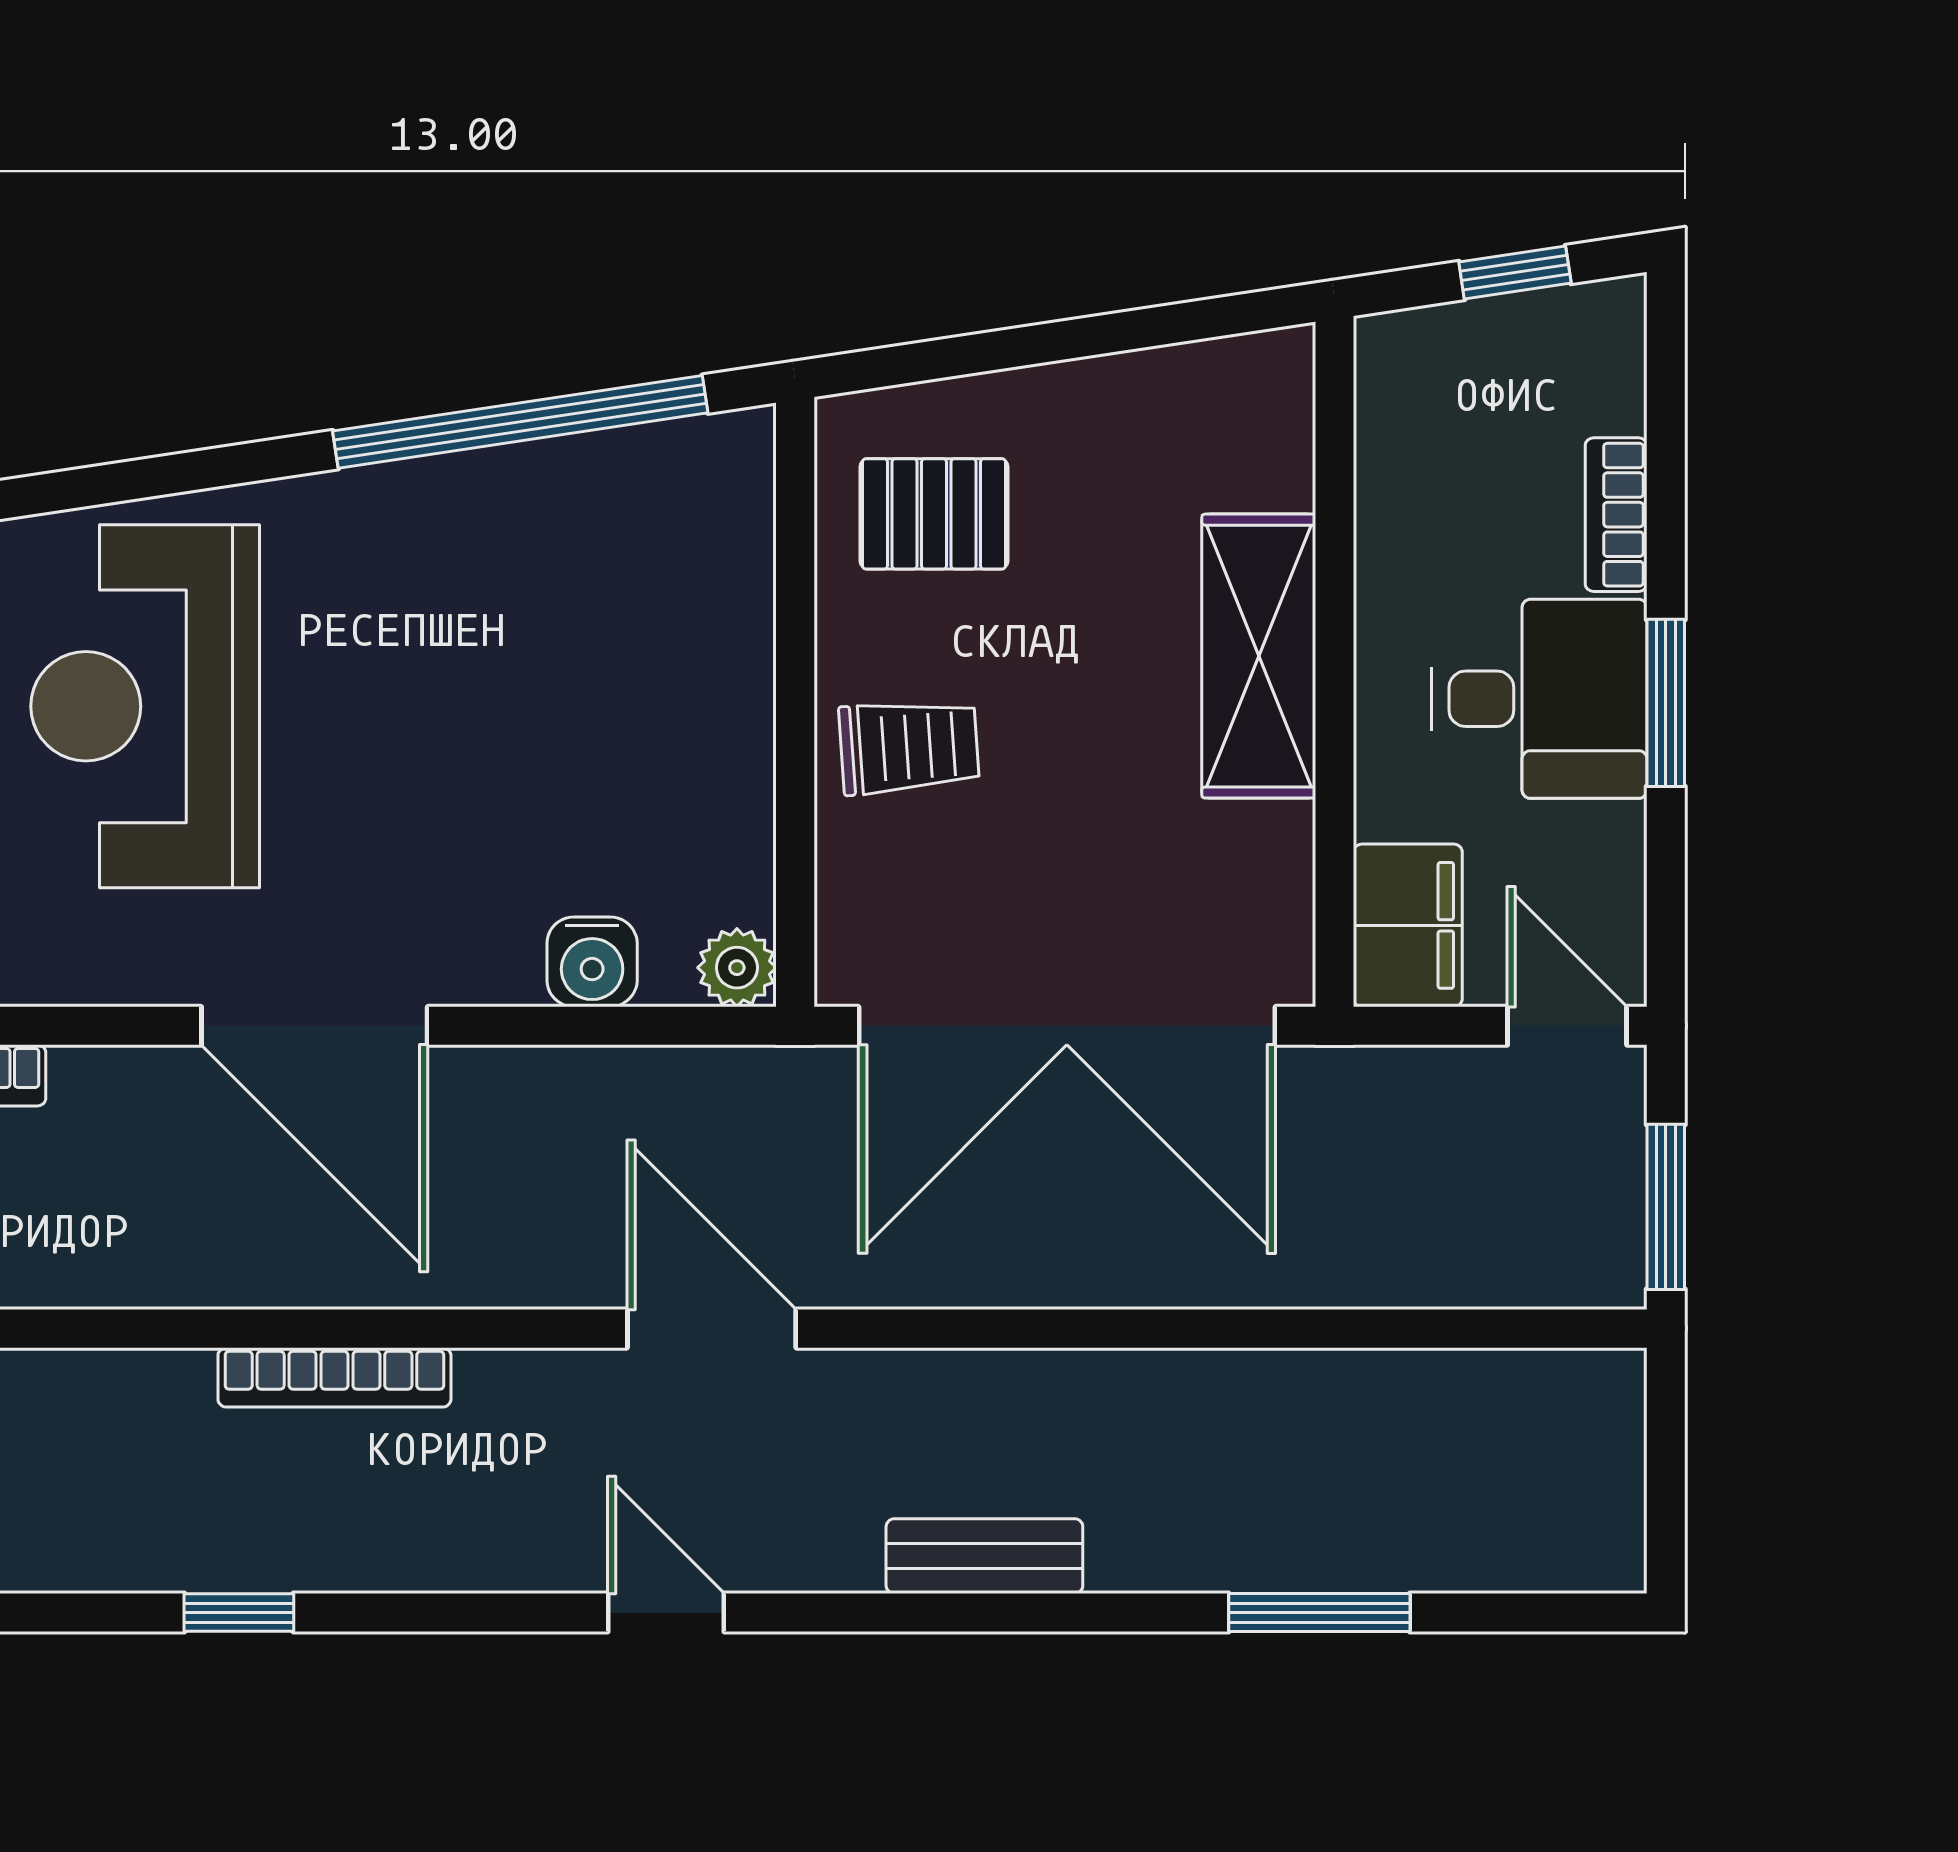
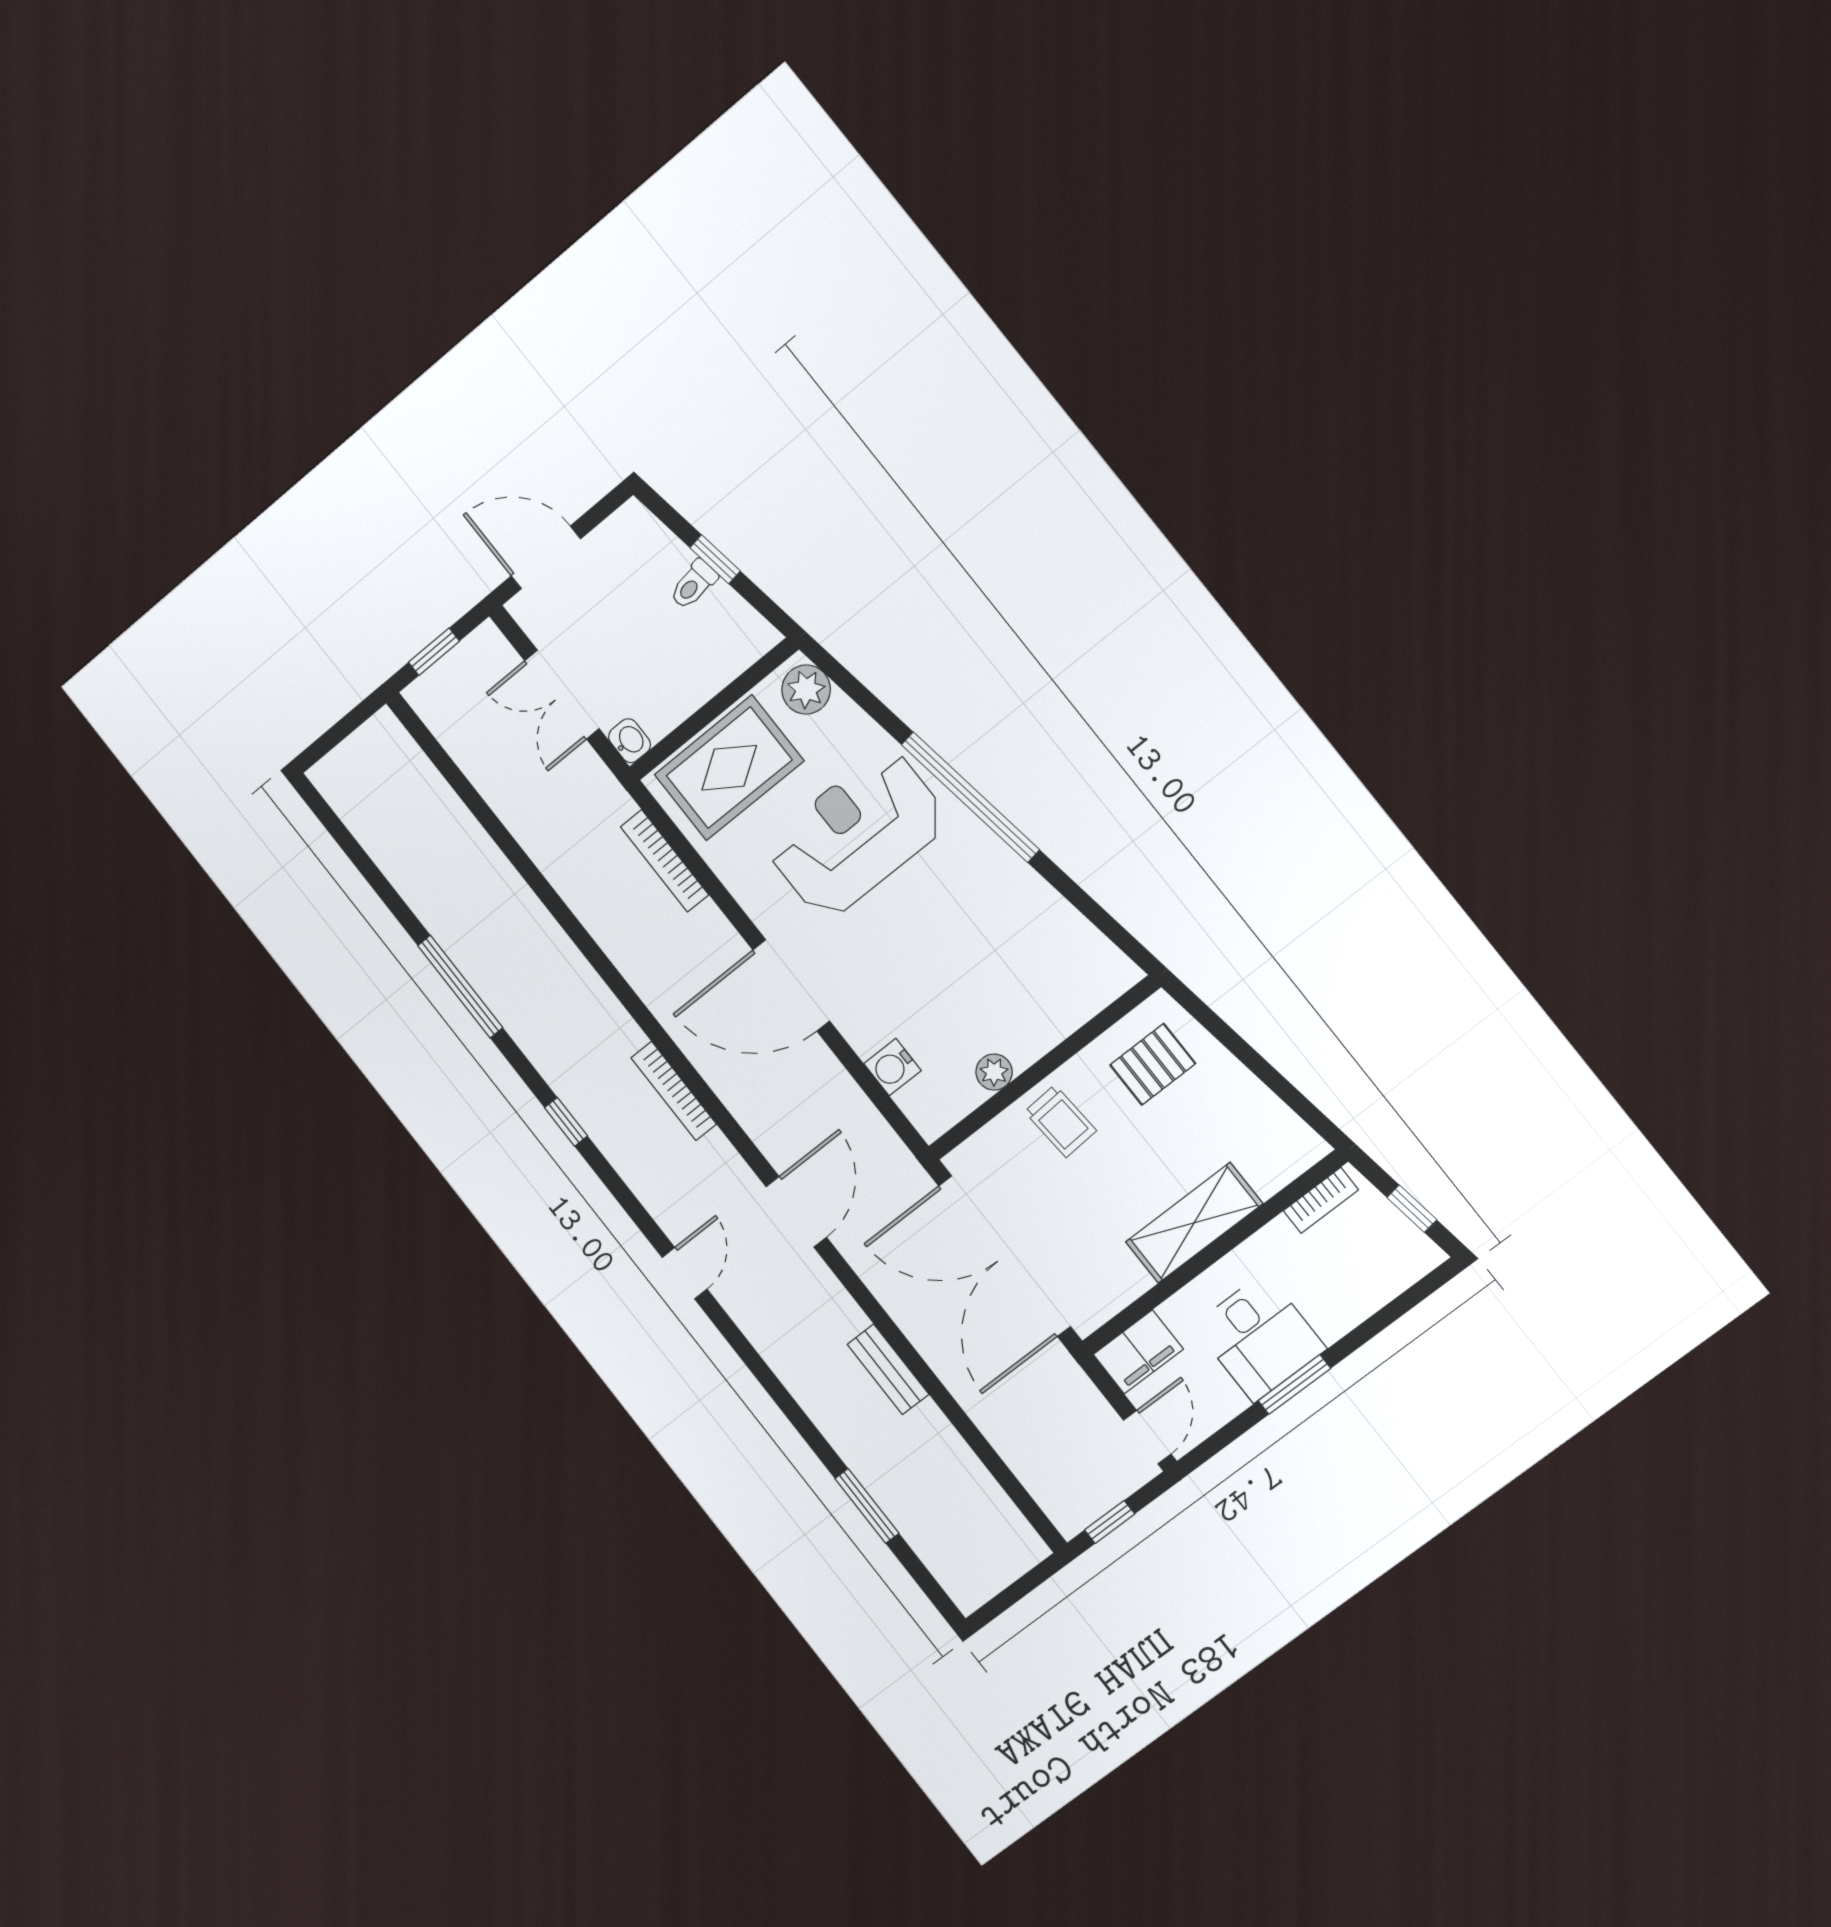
window: (520, 422) -> (970, 797), moved
pallet: (934, 514) -> (1153, 1064), turned 90
bookcase: (1616, 515) -> (1321, 1200), moved, turned 180
plant: (737, 968) -> (994, 1072), moved
door: (314, 1026) -> (791, 985), hinge flipped
window: (1666, 1207) -> (1110, 1522), width x0.67
bench: (984, 1556) -> (888, 1369), moved

